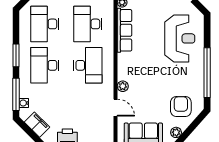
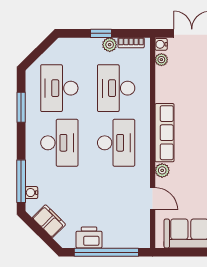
row of seats: (124, 30) -> (165, 133), moved
window: (16, 55) -> (21, 107), moved
desk: (45, 65) -> (59, 143), turned 180

